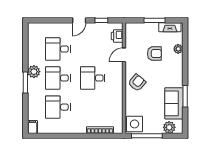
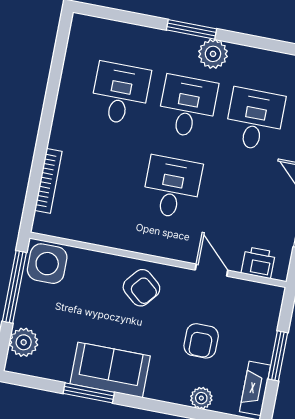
sofa: (174, 103) -> (110, 370), moved
filing cabinet: (32, 127) -> (86, 26), removed

